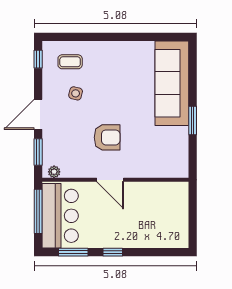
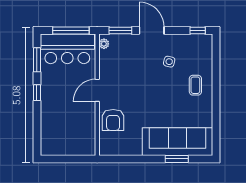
coffee table: (70, 62) -> (195, 85), moved
window: (193, 120) -> (177, 159), moved
armchair: (107, 137) -> (113, 120), moved

